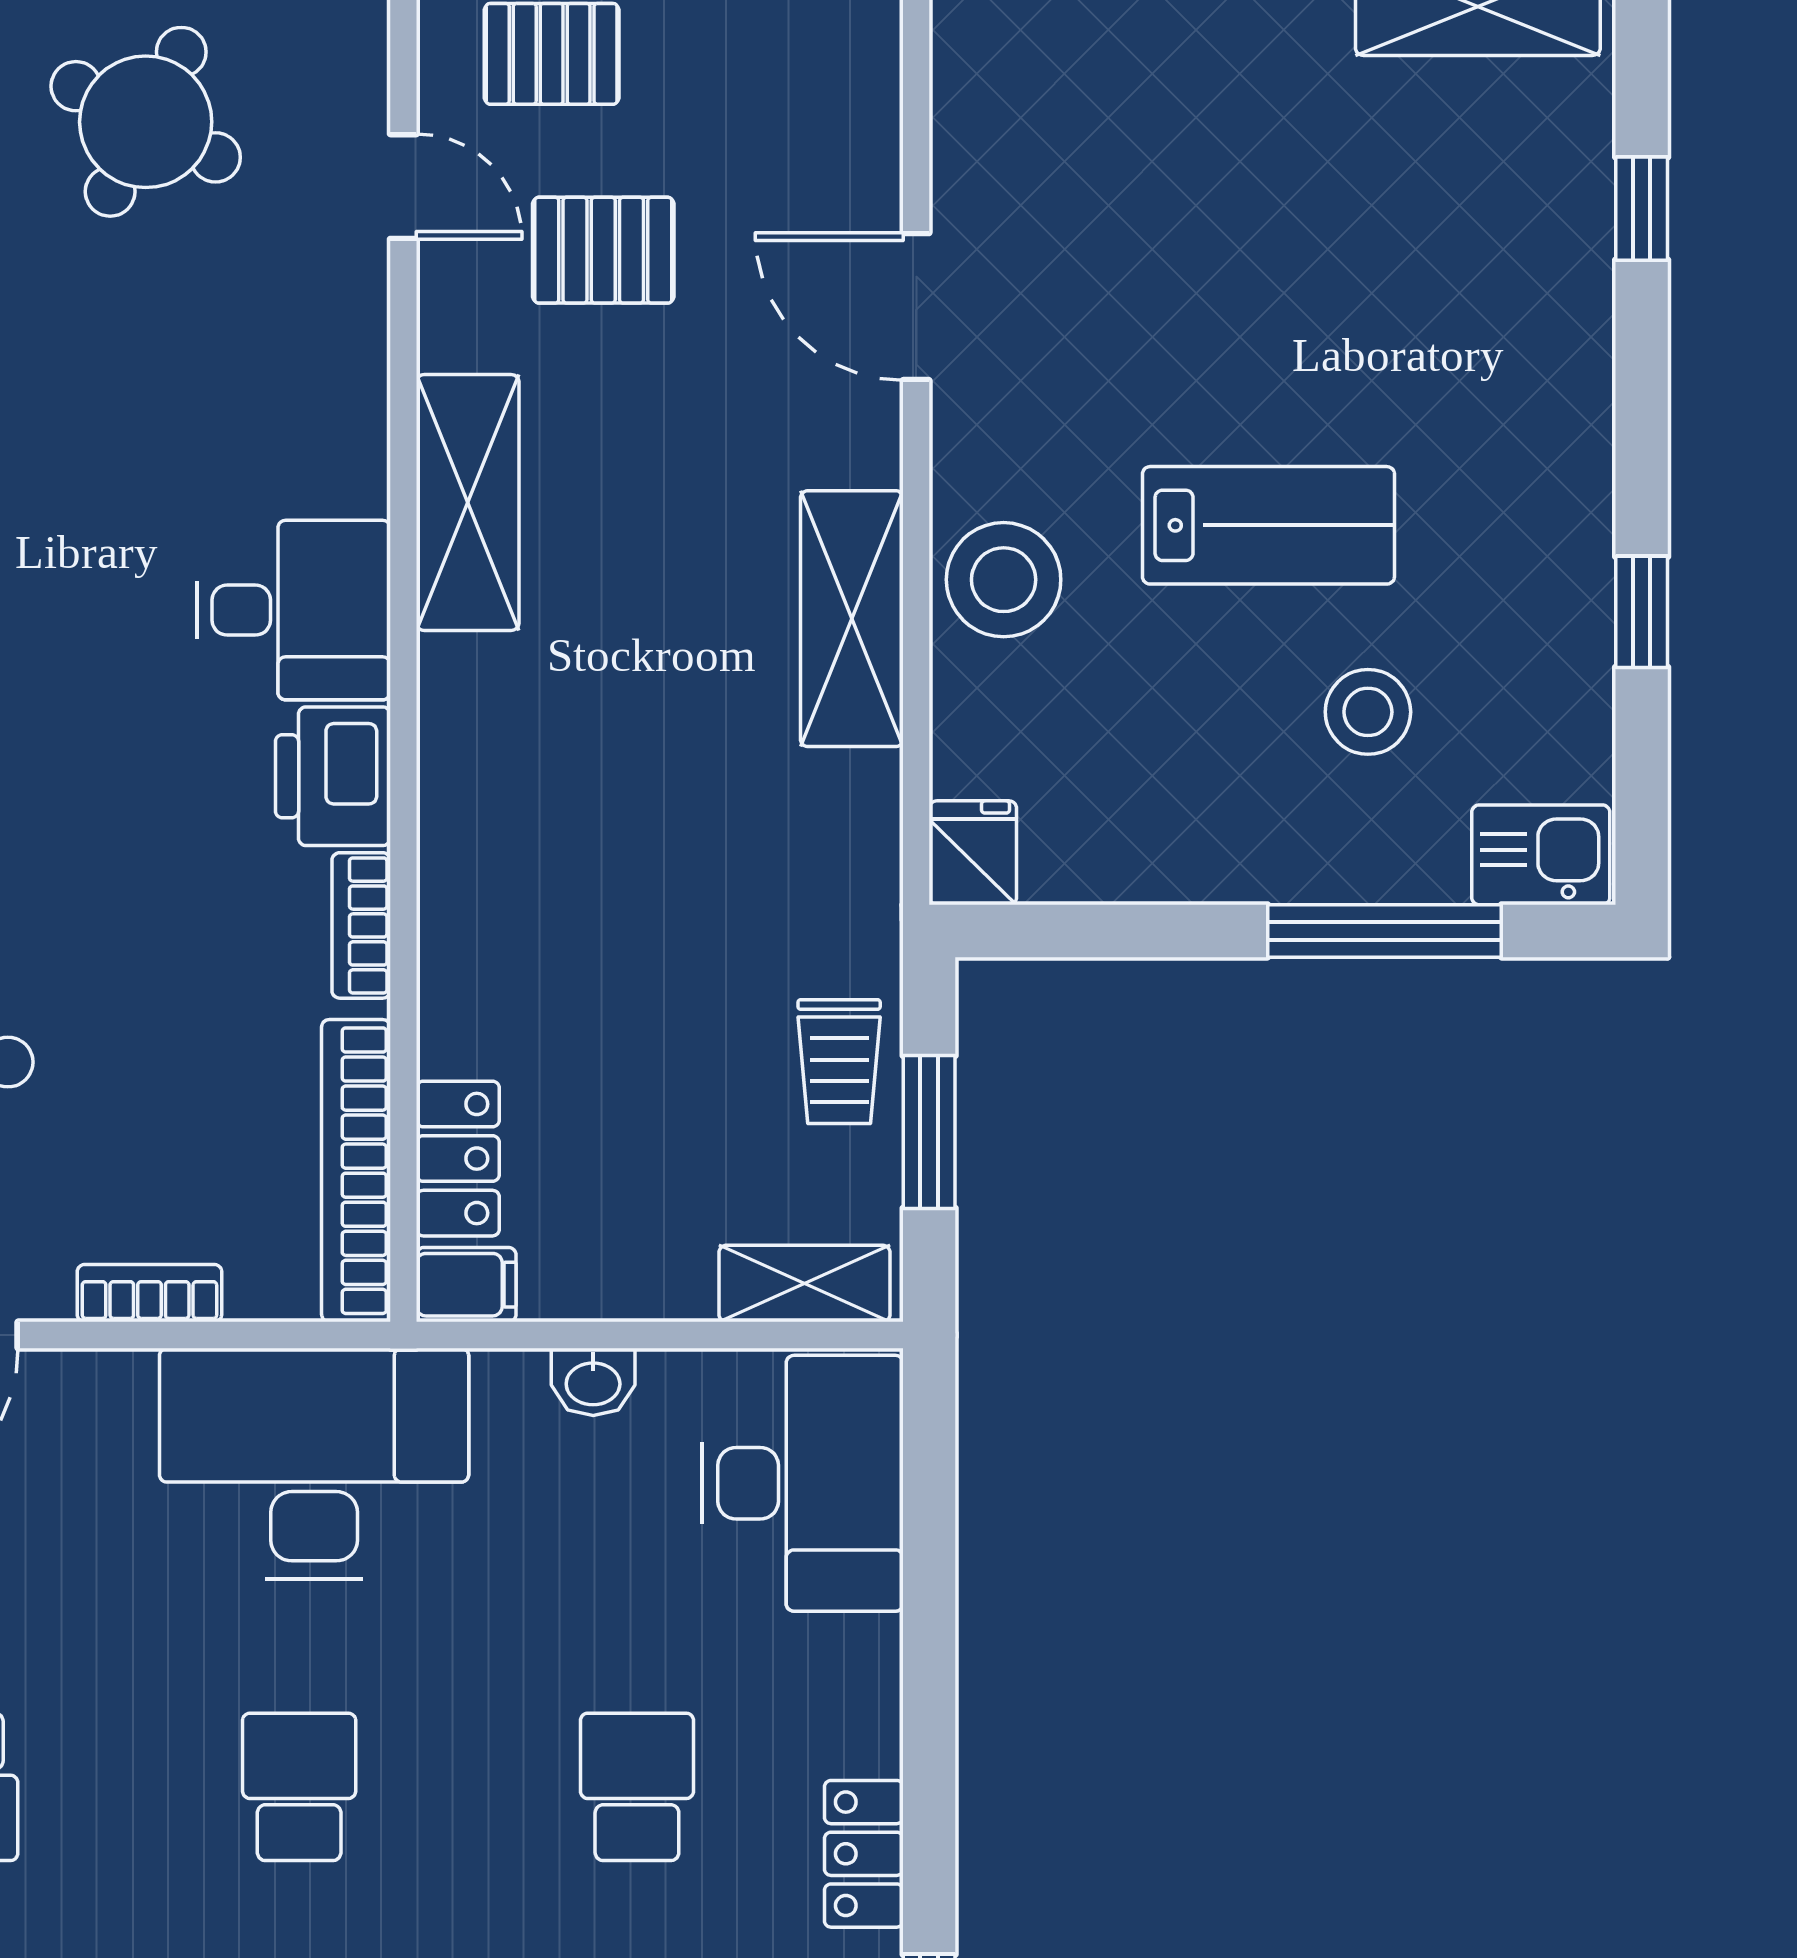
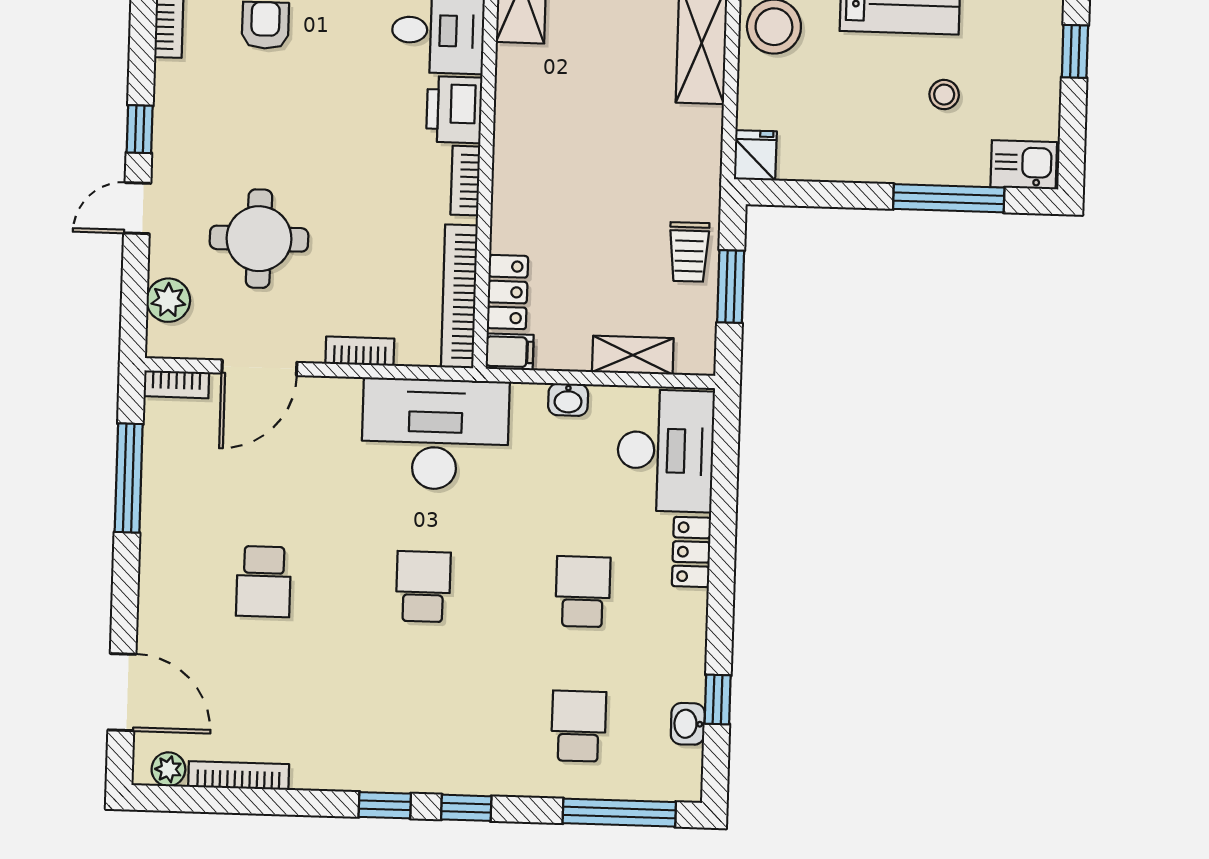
stool: (1368, 712) -> (944, 95), width x0.73, depth x0.73
shelving: (805, 1284) -> (633, 355), moved
locker: (864, 1854) -> (691, 552), moved

